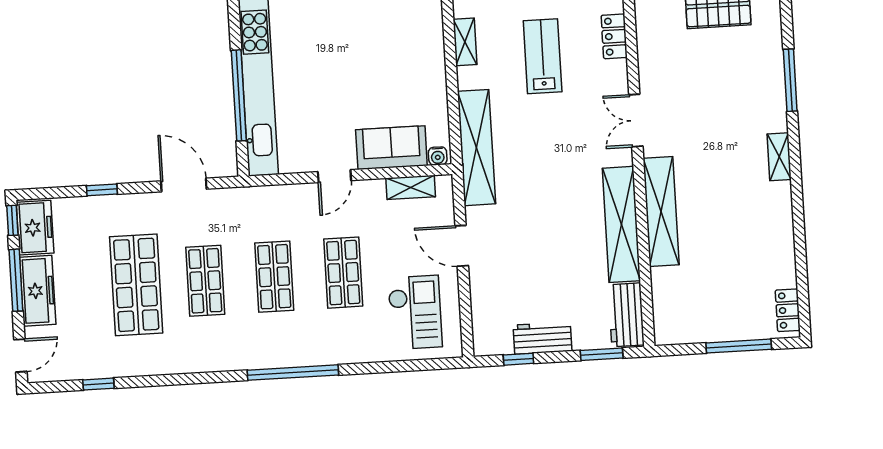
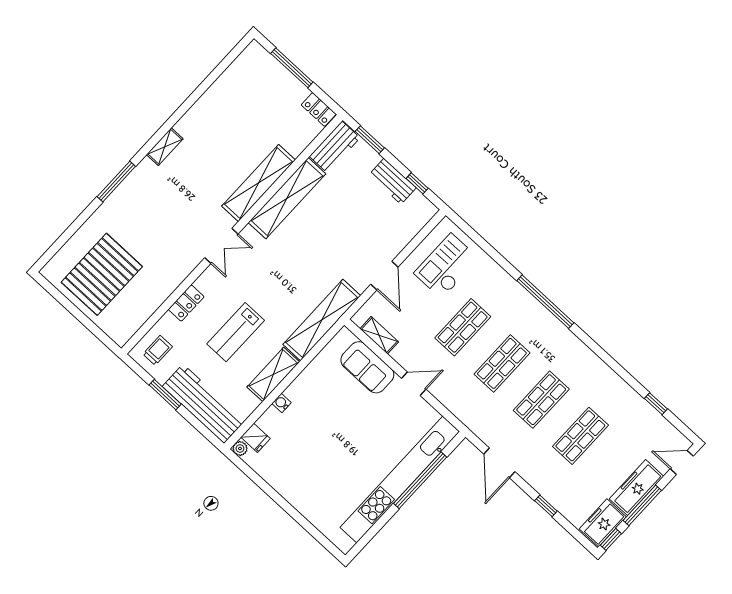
shelving: (465, 42) -> (273, 374), width x1.50, depth x1.33
water cooler: (438, 156) -> (282, 403), moved, turned -90
shop shelf: (136, 285) -> (580, 436), width x0.70, depth x0.74
locker: (788, 310) -> (319, 110), moved, turned 90

